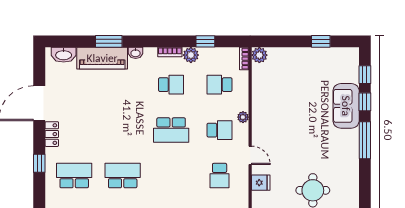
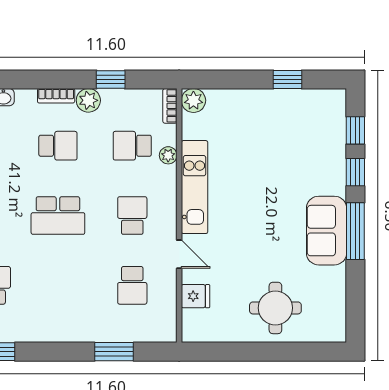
sofa: (346, 106) -> (327, 231), moved
kitchen unit: (260, 112) -> (195, 187), added
plant: (243, 117) -> (168, 155), moved
school desk: (220, 130) -> (132, 216), turned -90

